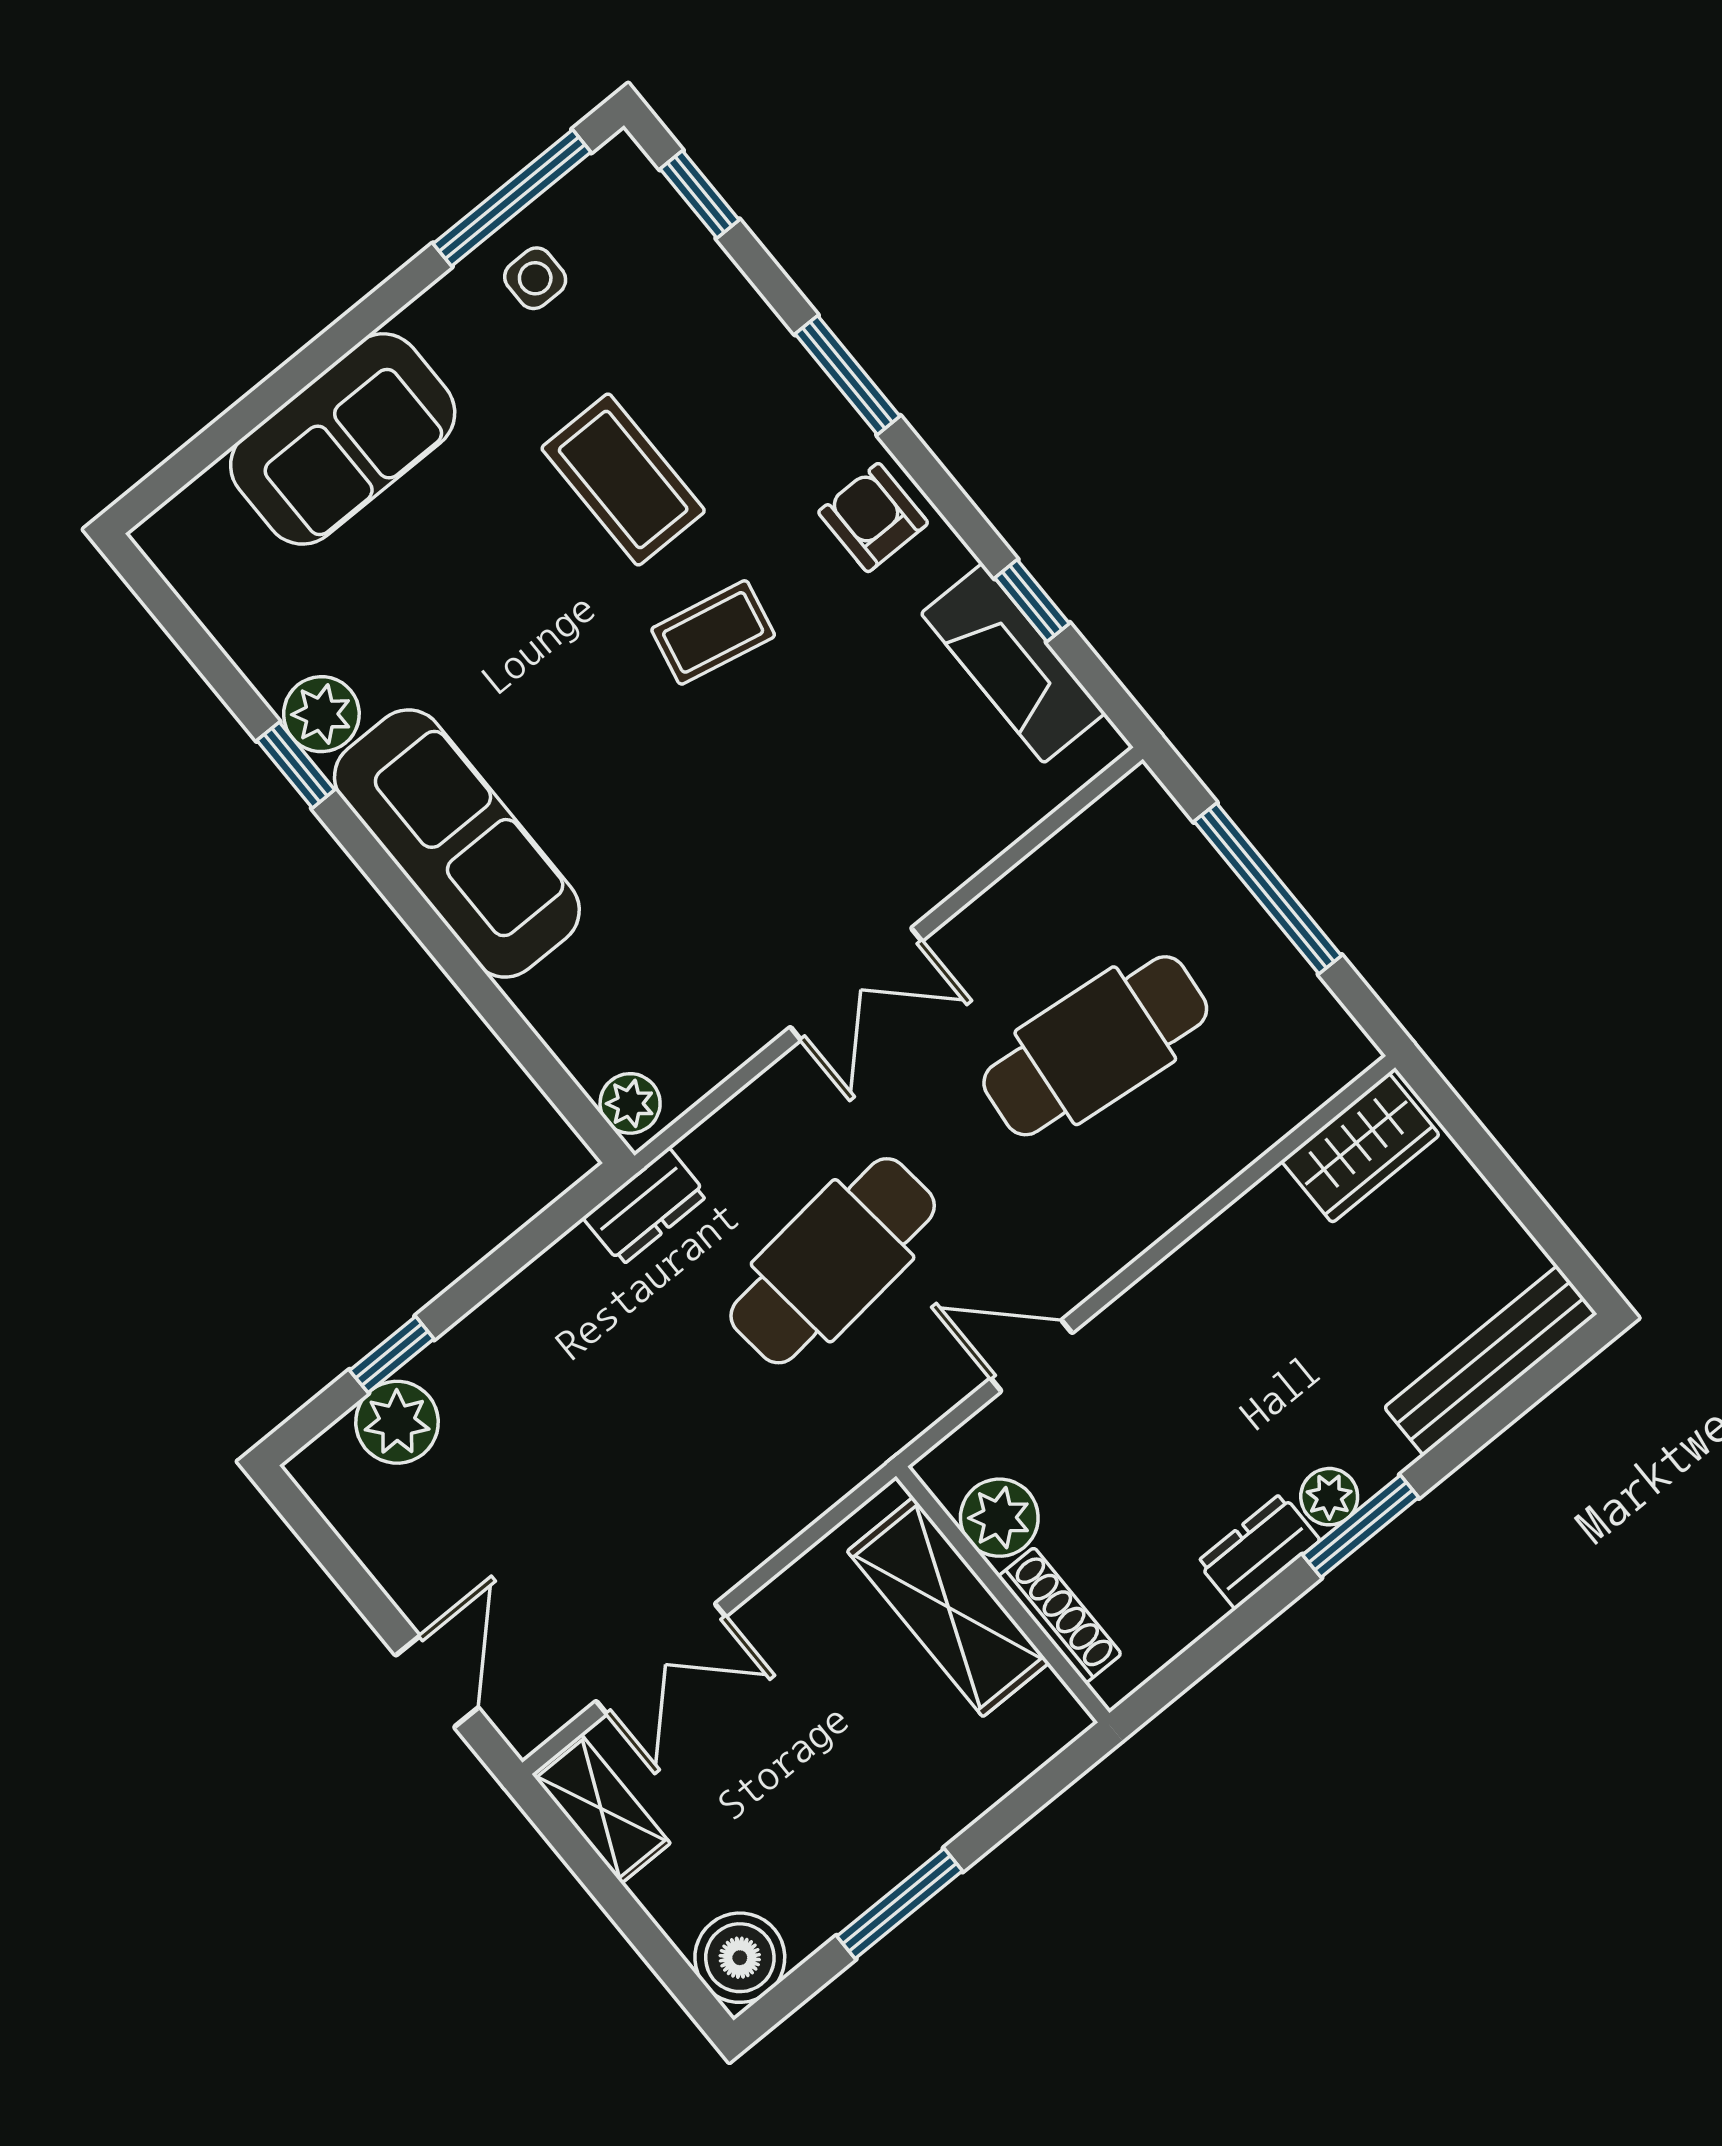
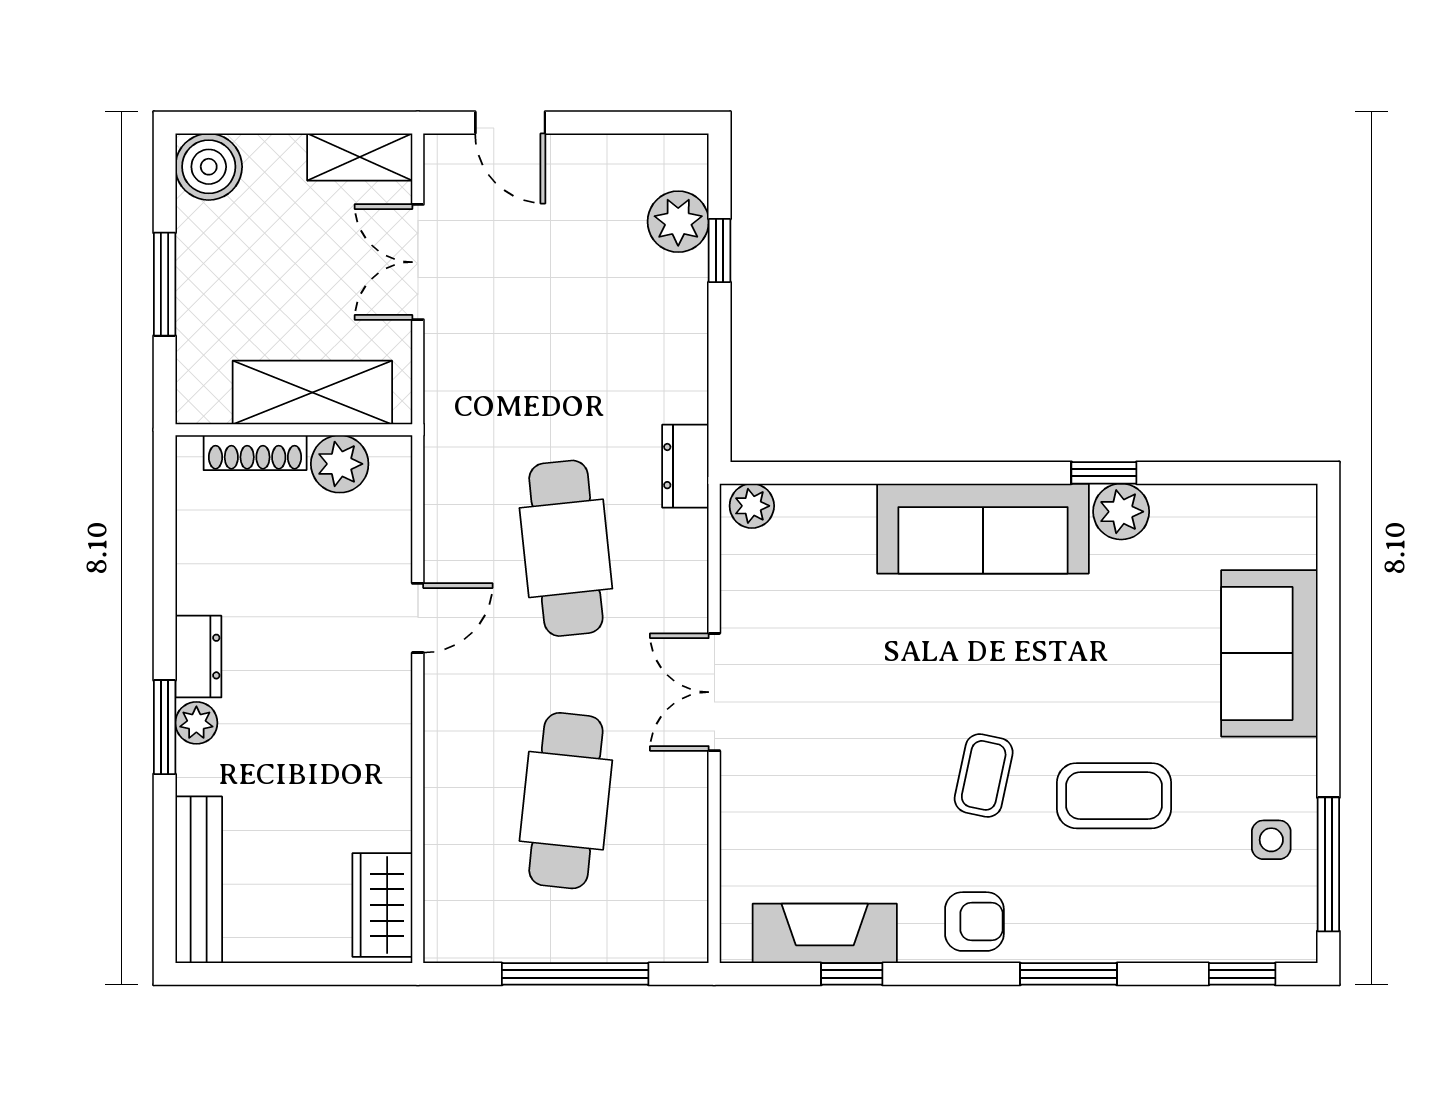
plant: (999, 1518) -> (340, 464), moved
wall: (1003, 1594) -> (294, 430), moved
shelving: (948, 1607) -> (312, 392), moved
shoe rack: (1060, 1615) -> (255, 453), moved

